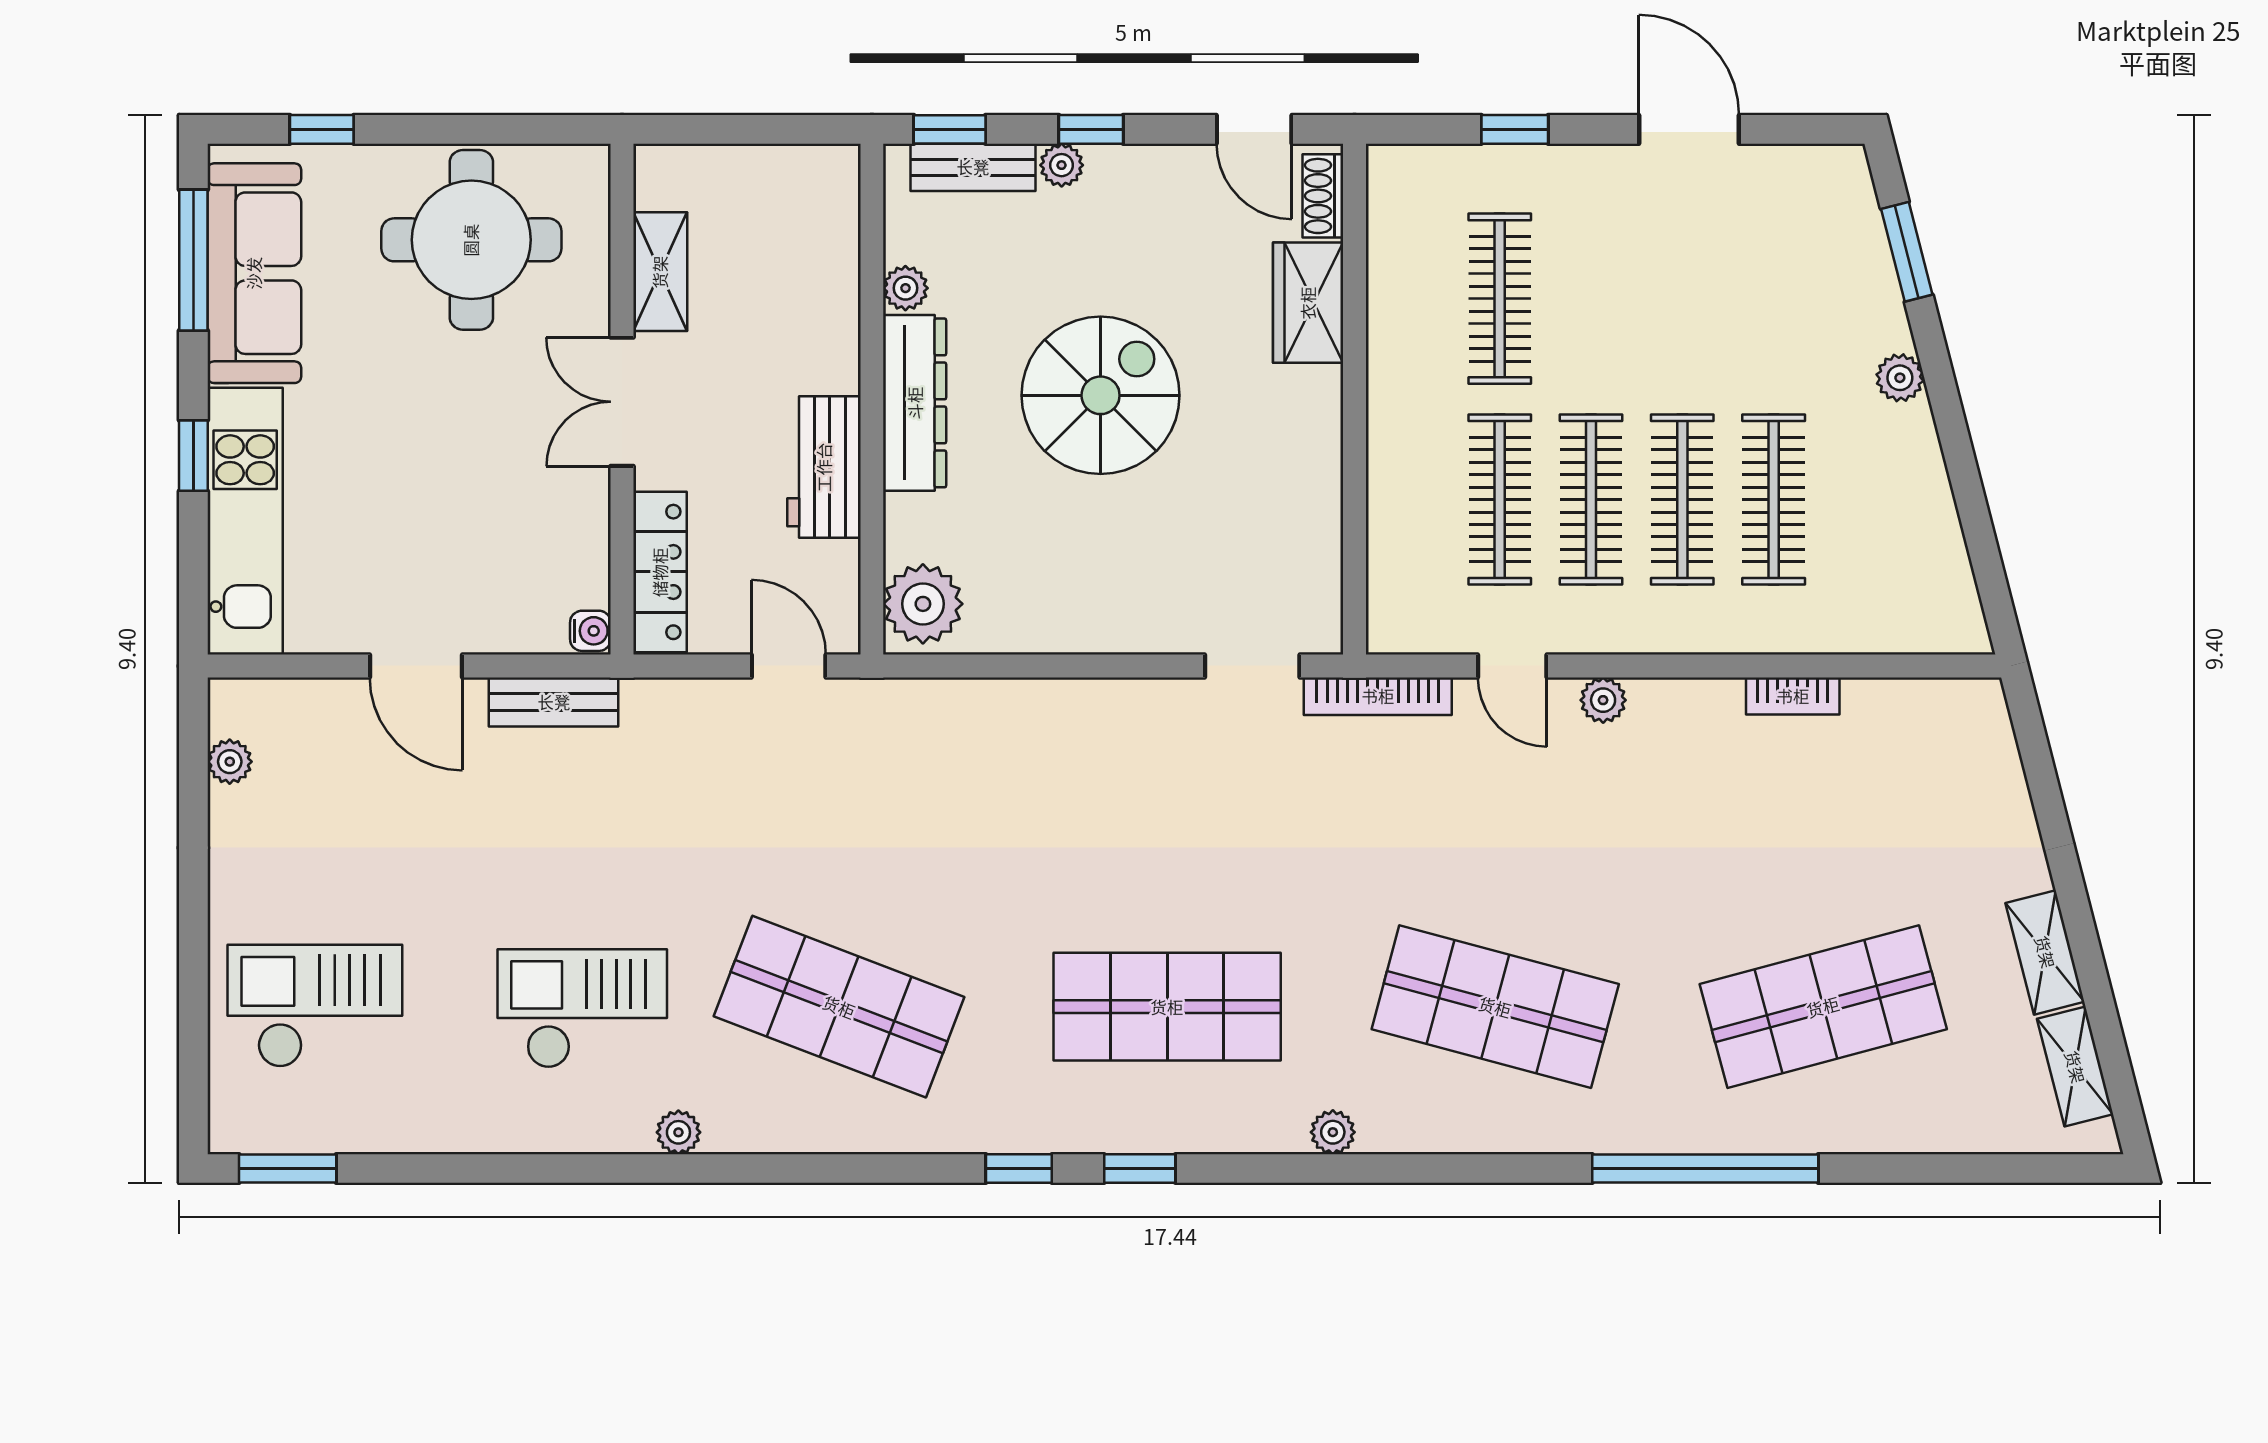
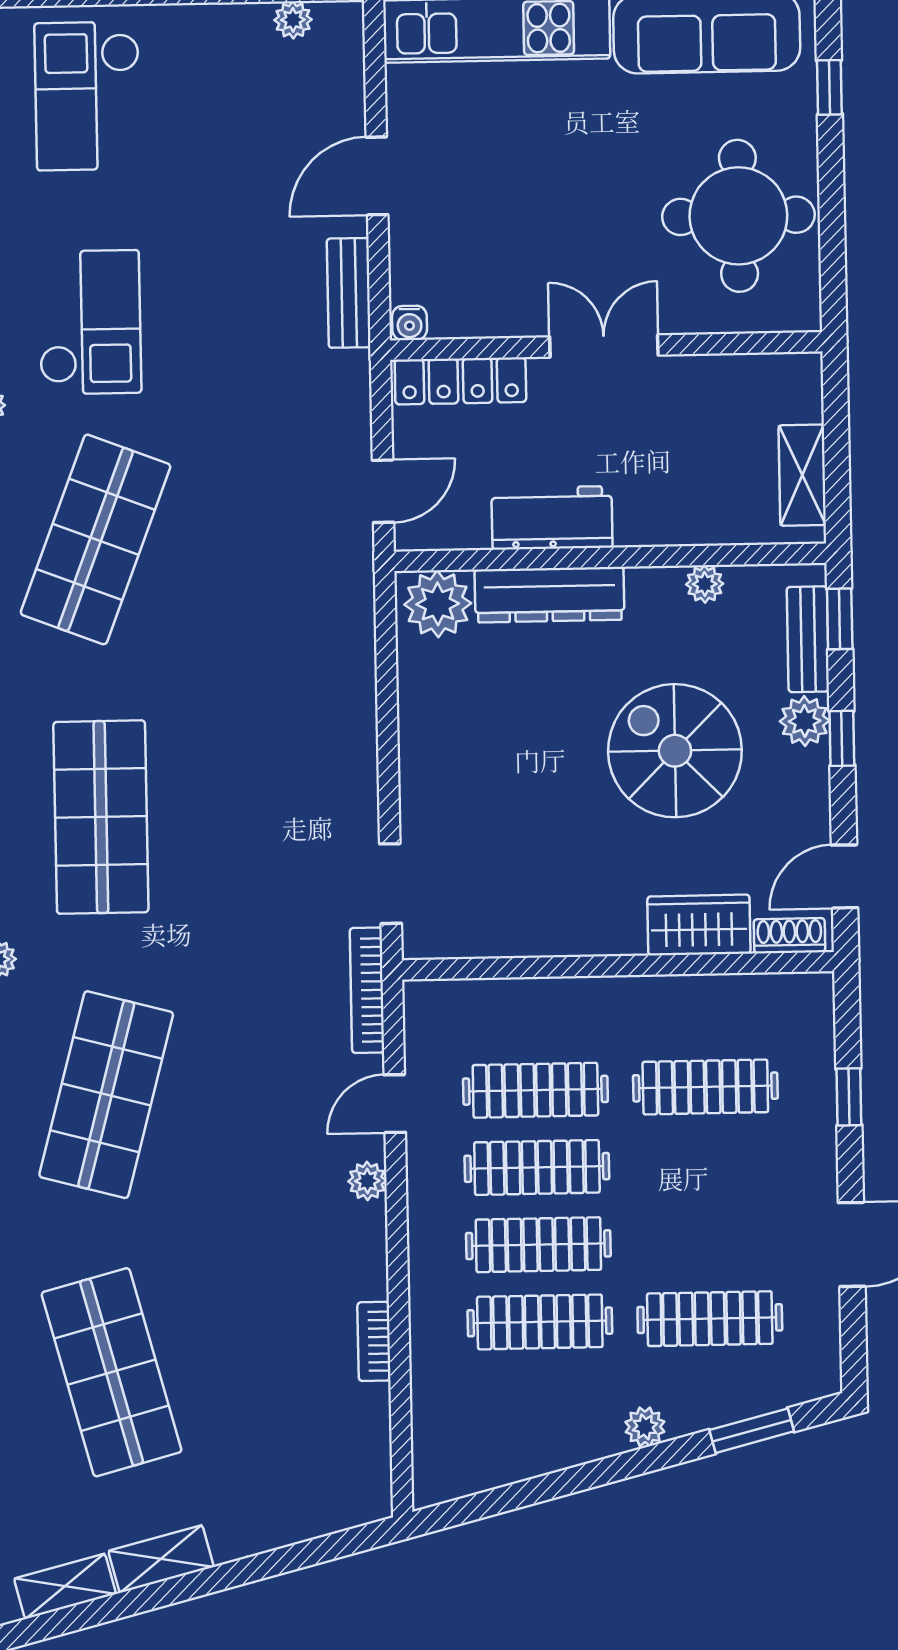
plant: (1062, 165) -> (805, 721), width x1.38, depth x1.38
shelving: (660, 272) -> (802, 475), moved, turned 90
clothes rail: (1774, 299) -> (710, 1319), added
spiral stairs: (1101, 395) -> (675, 751), moved, turned 180
dresser: (915, 403) -> (549, 595), moved
checkout: (315, 1006) -> (88, 96), turned 180

